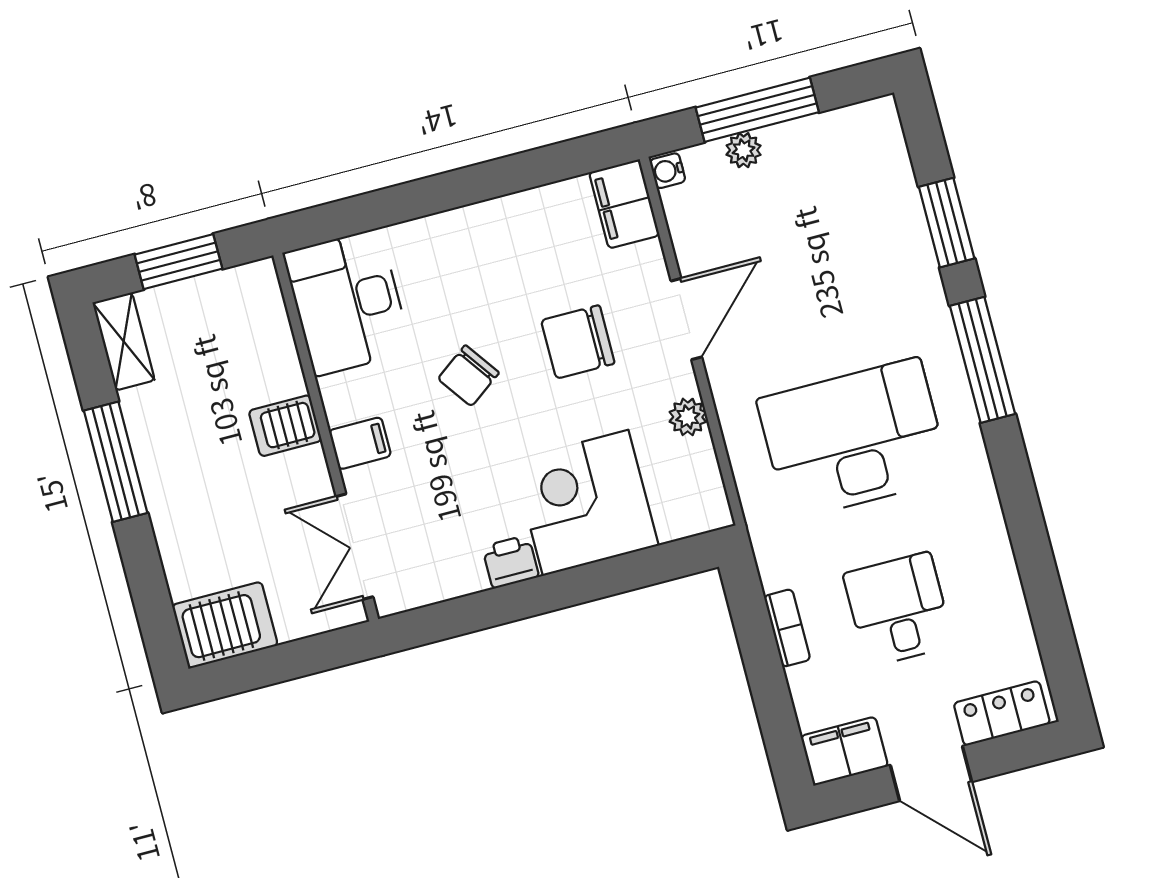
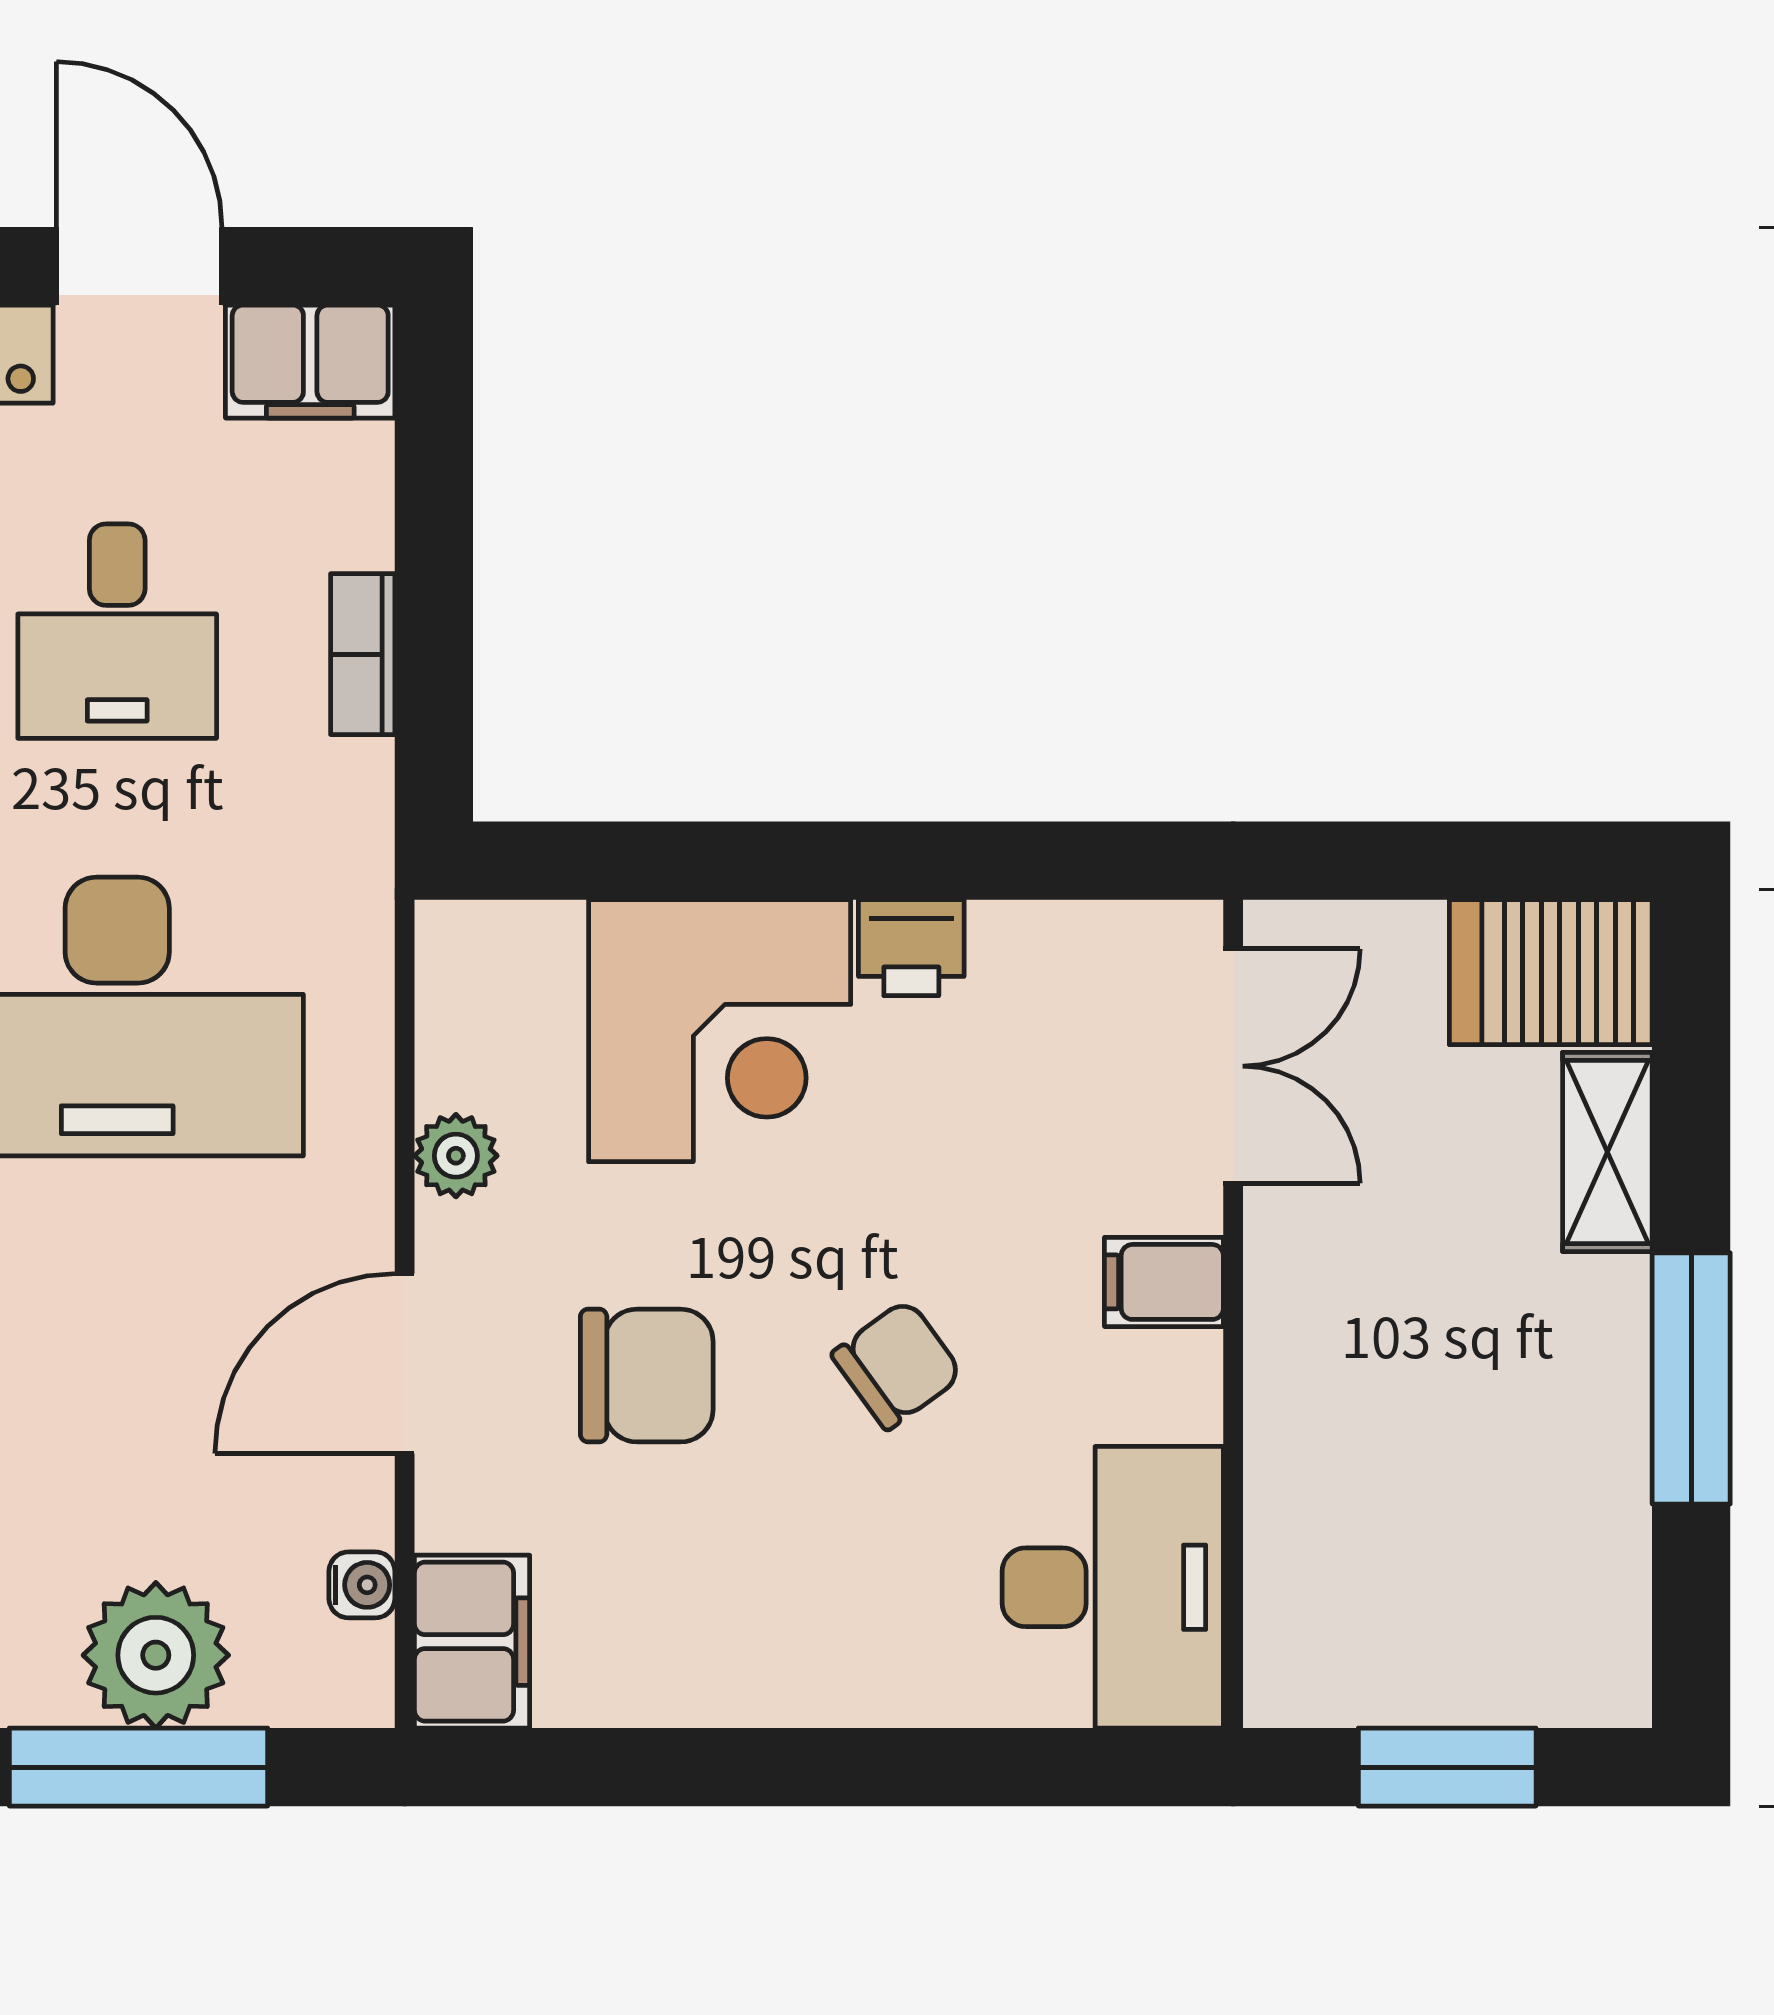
plant: (744, 150) -> (156, 1655), width x1.88, depth x1.88
water cooler: (668, 171) -> (362, 1585), moved
shelving: (124, 341) -> (1607, 1152), moved
server rack: (285, 426) -> (1313, 1361), removed

